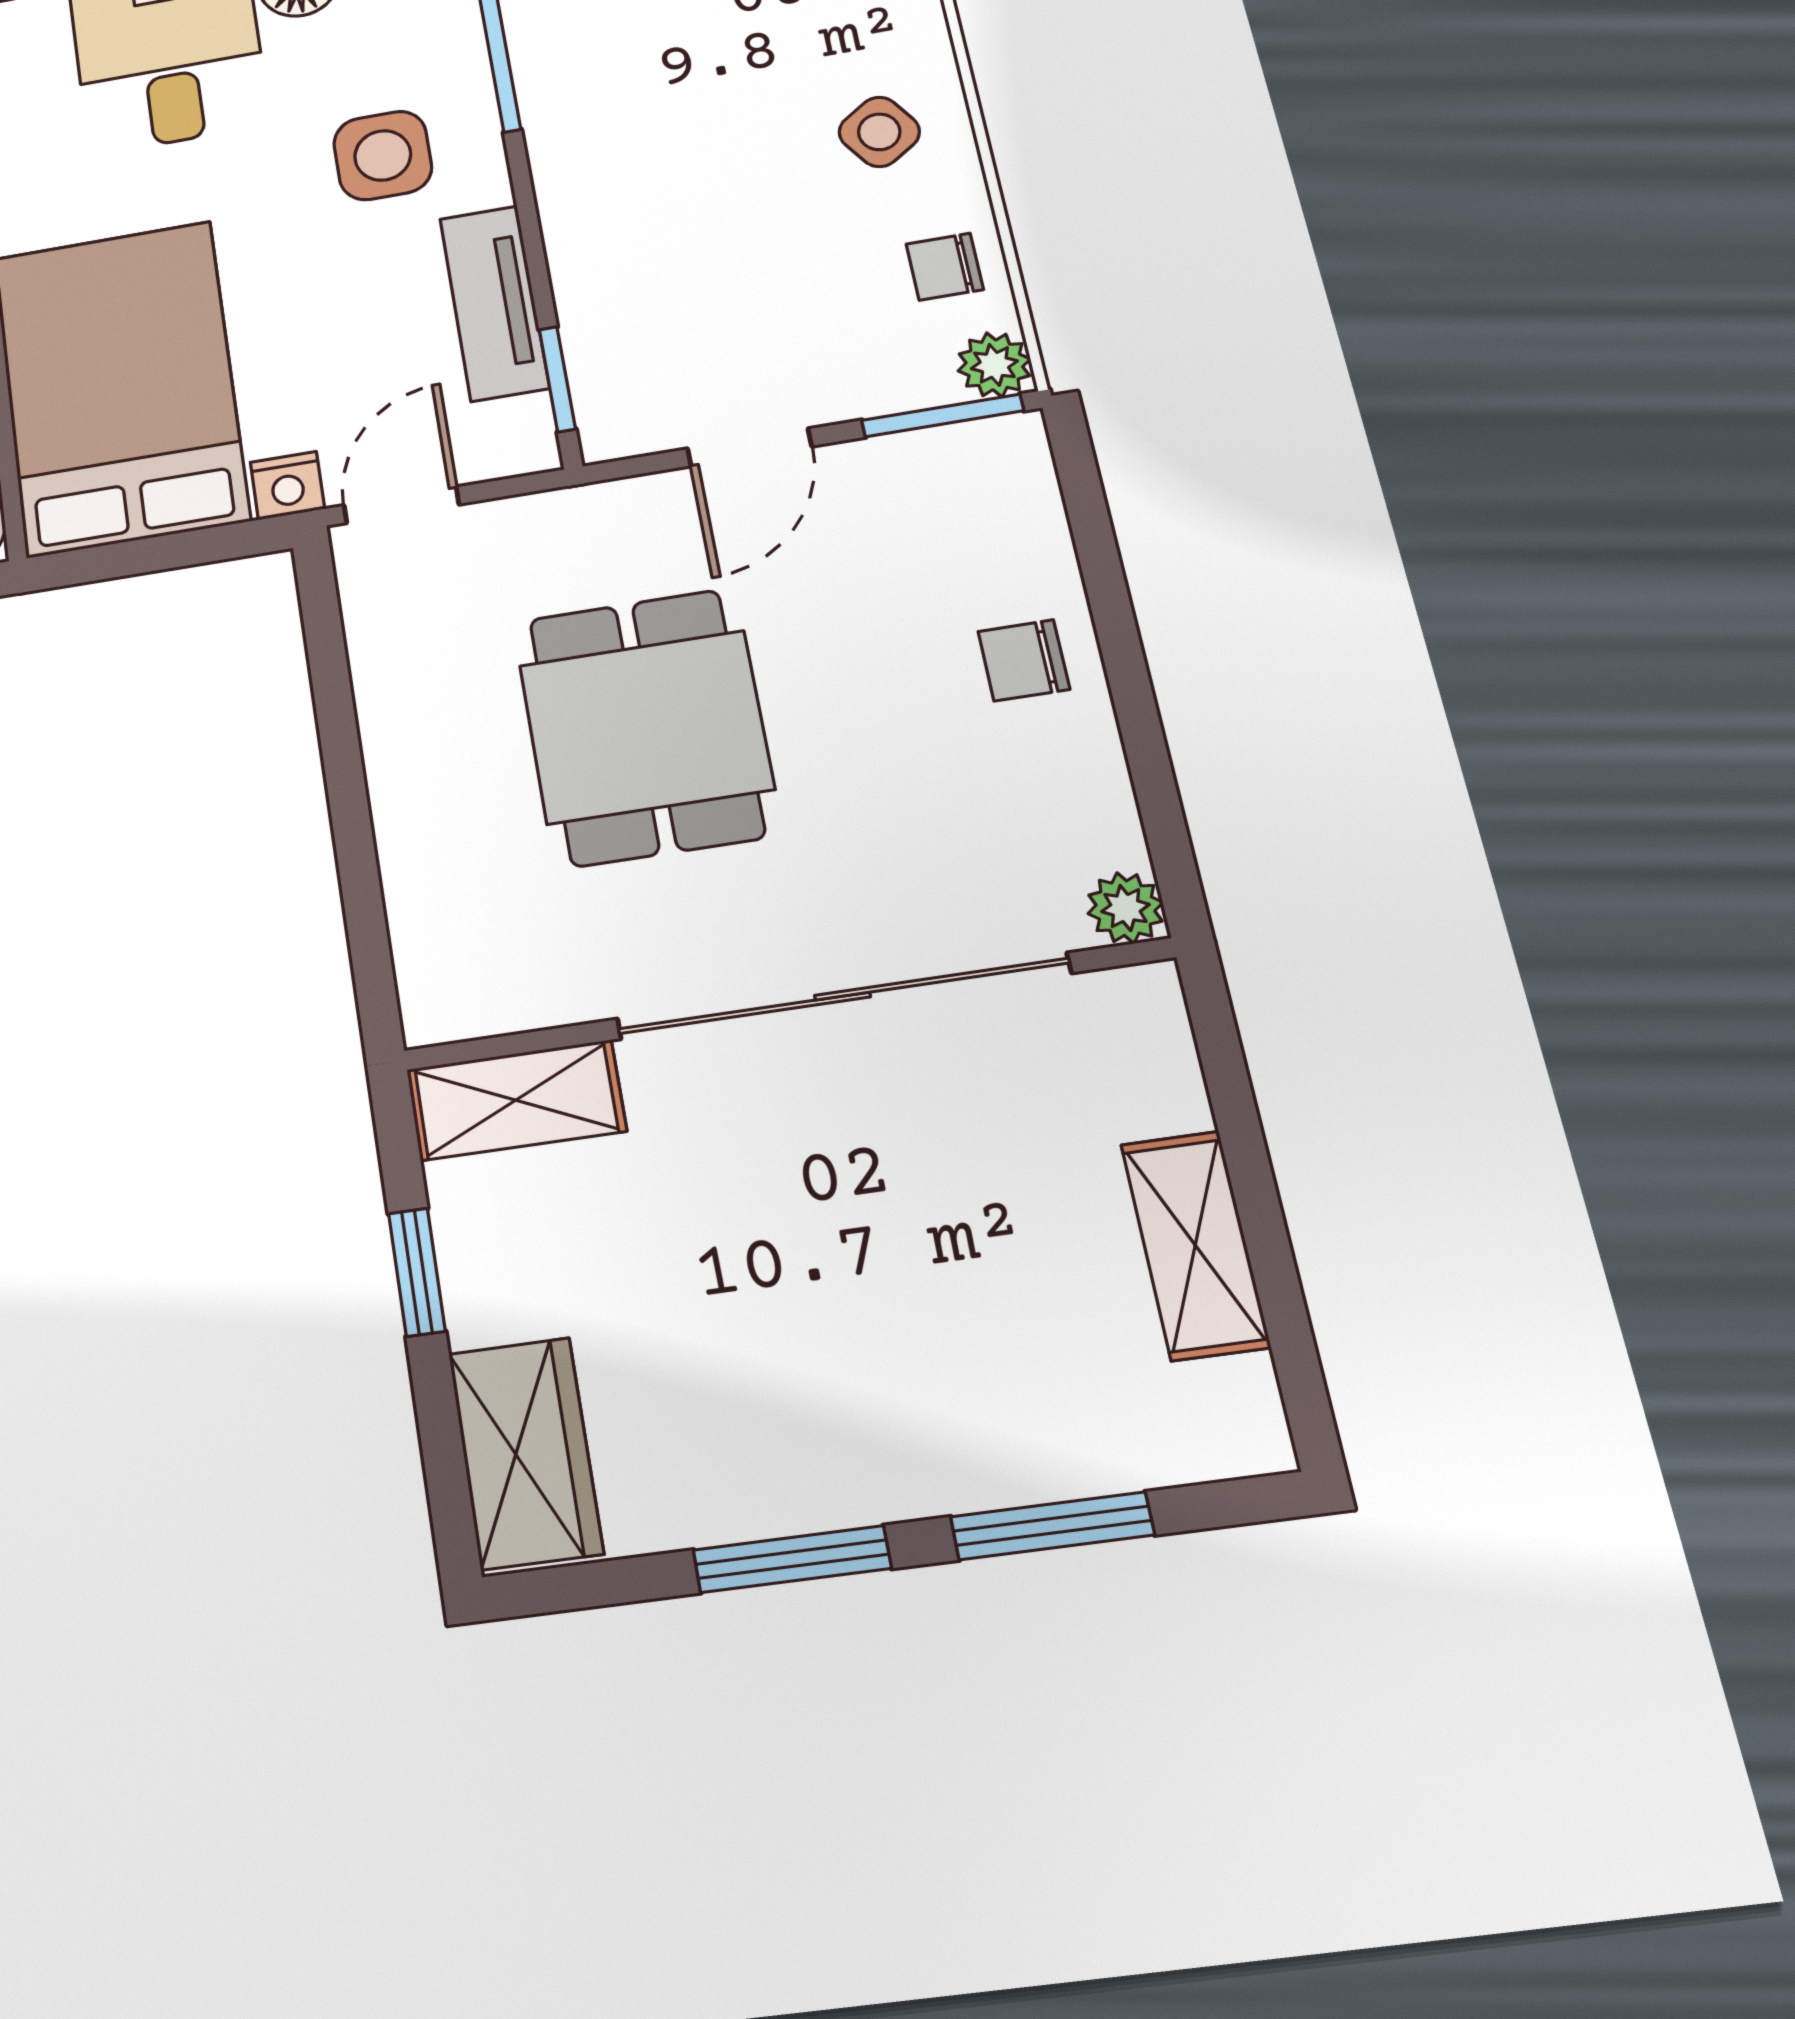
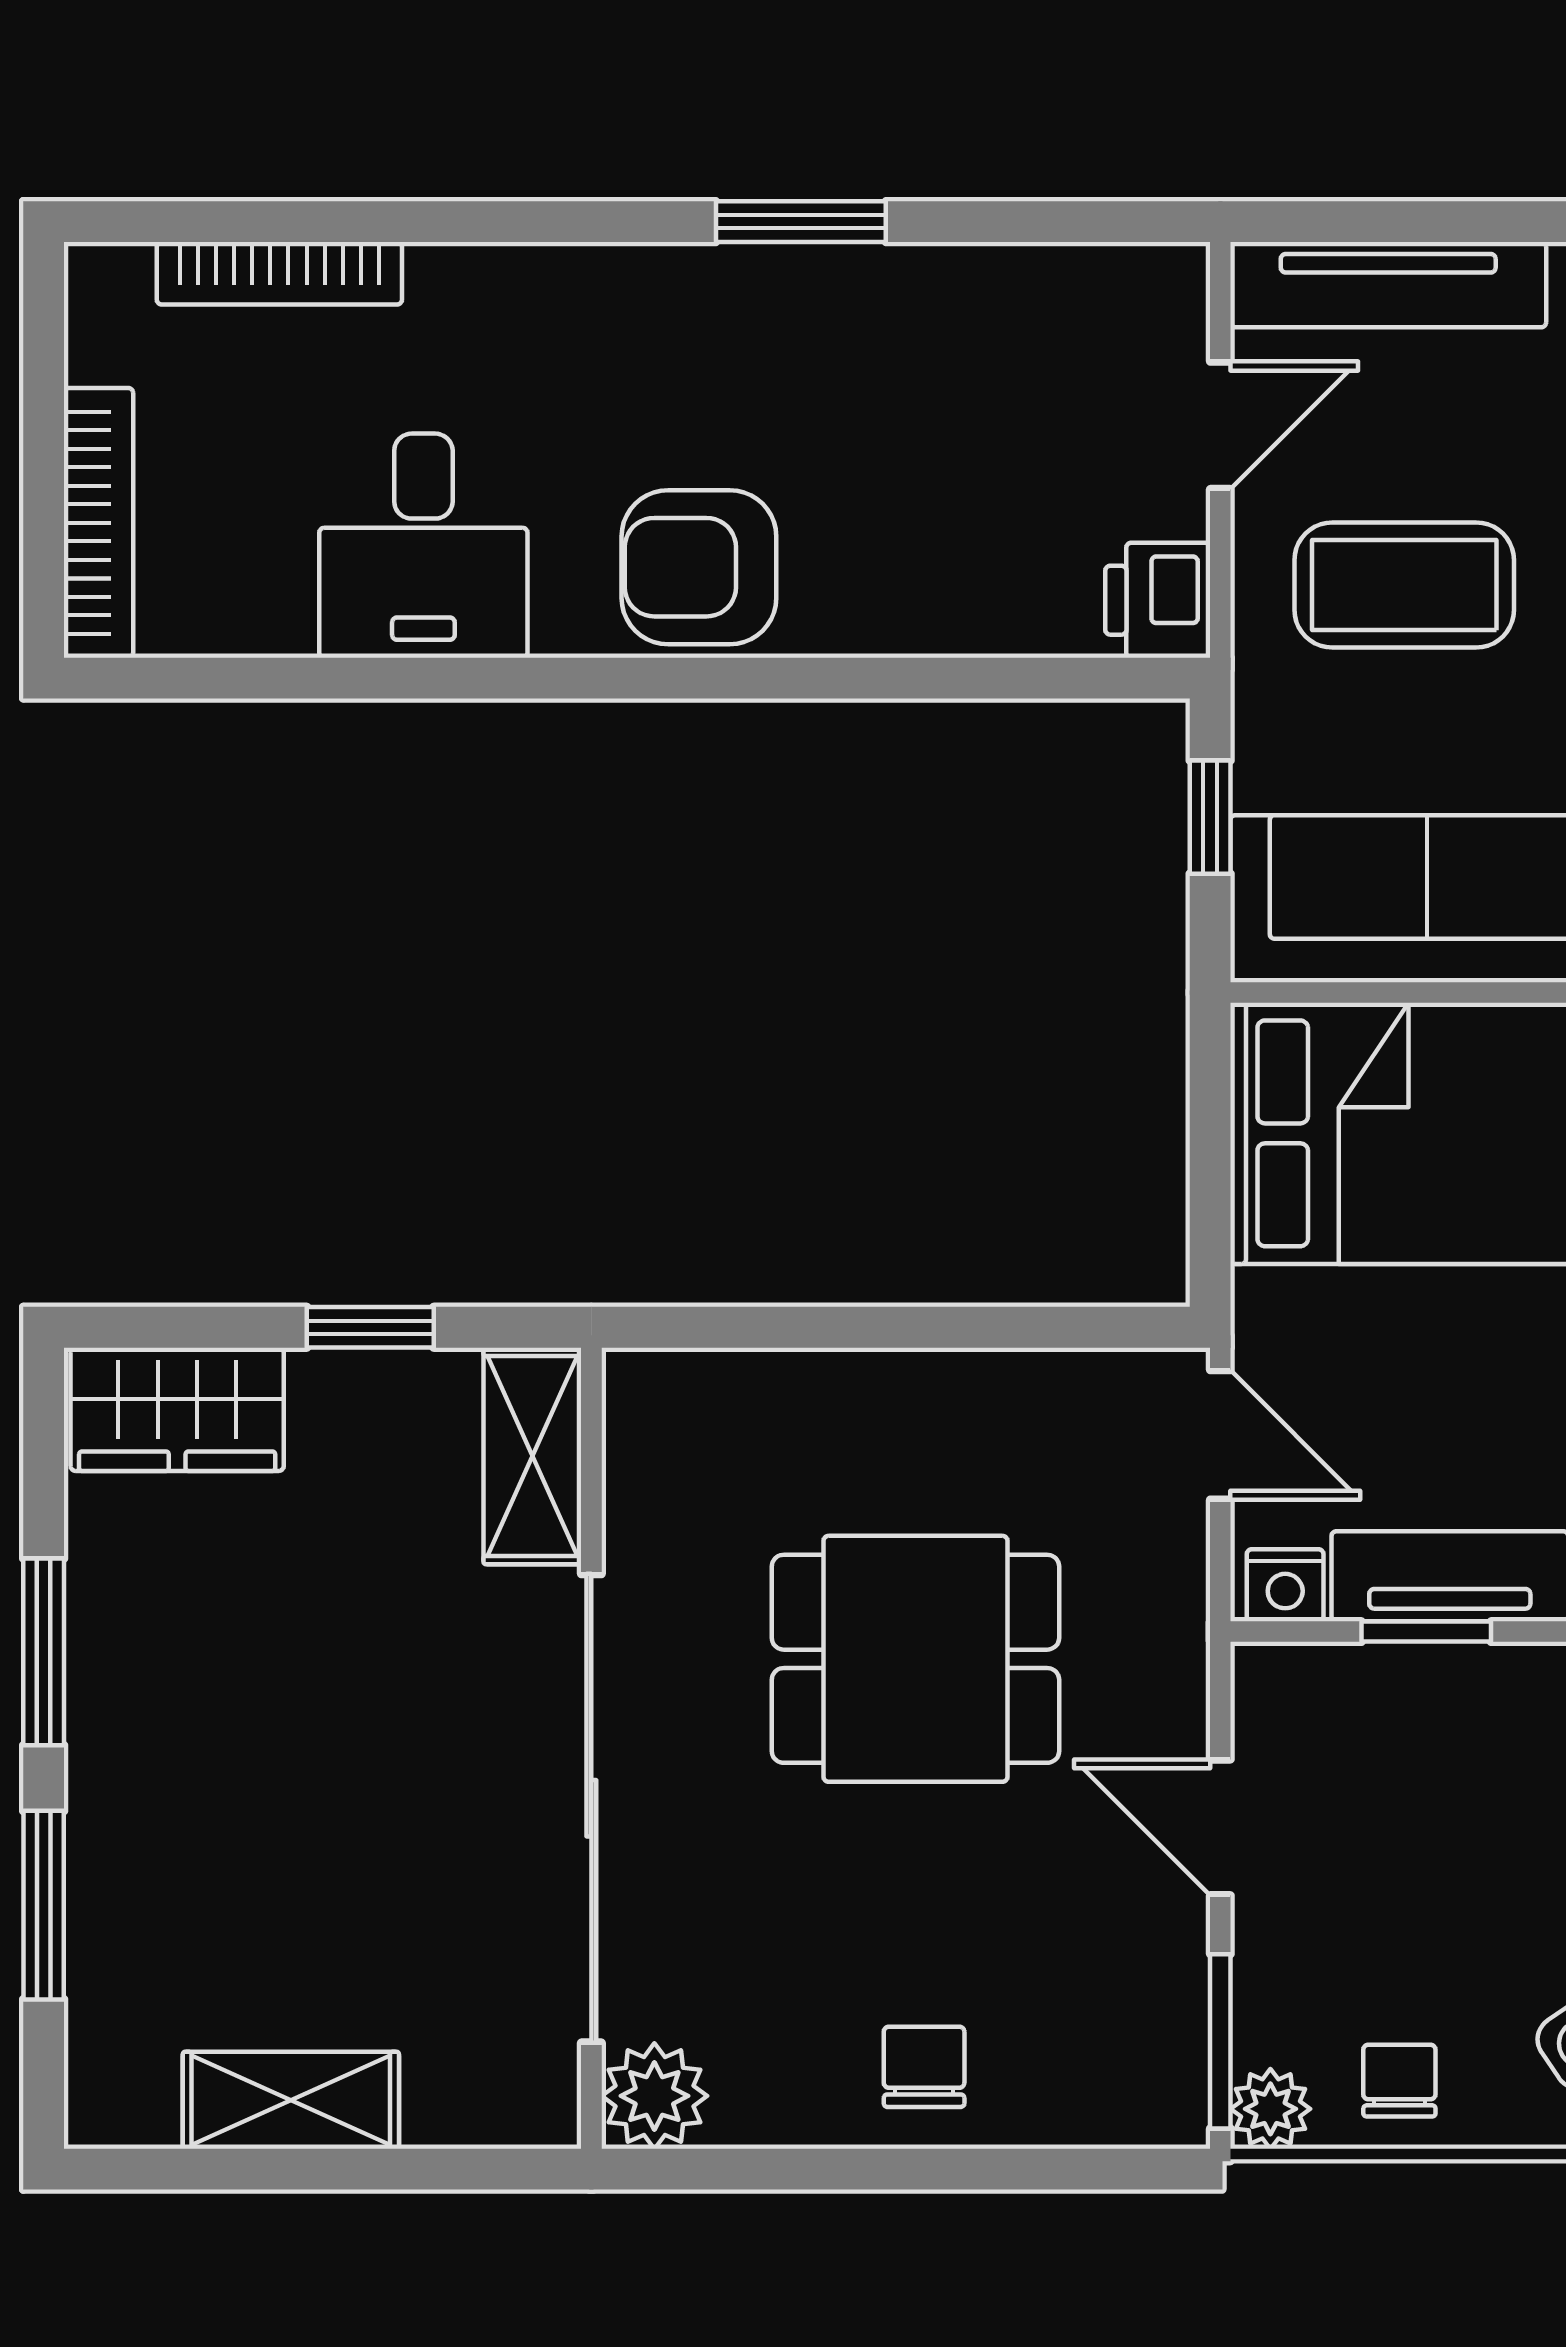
window: (557, 379) -> (1426, 1632), moved
nightstand: (287, 486) -> (1285, 1585), moved, turned -90
plant: (1125, 908) -> (654, 2096), width x1.38, depth x1.38

